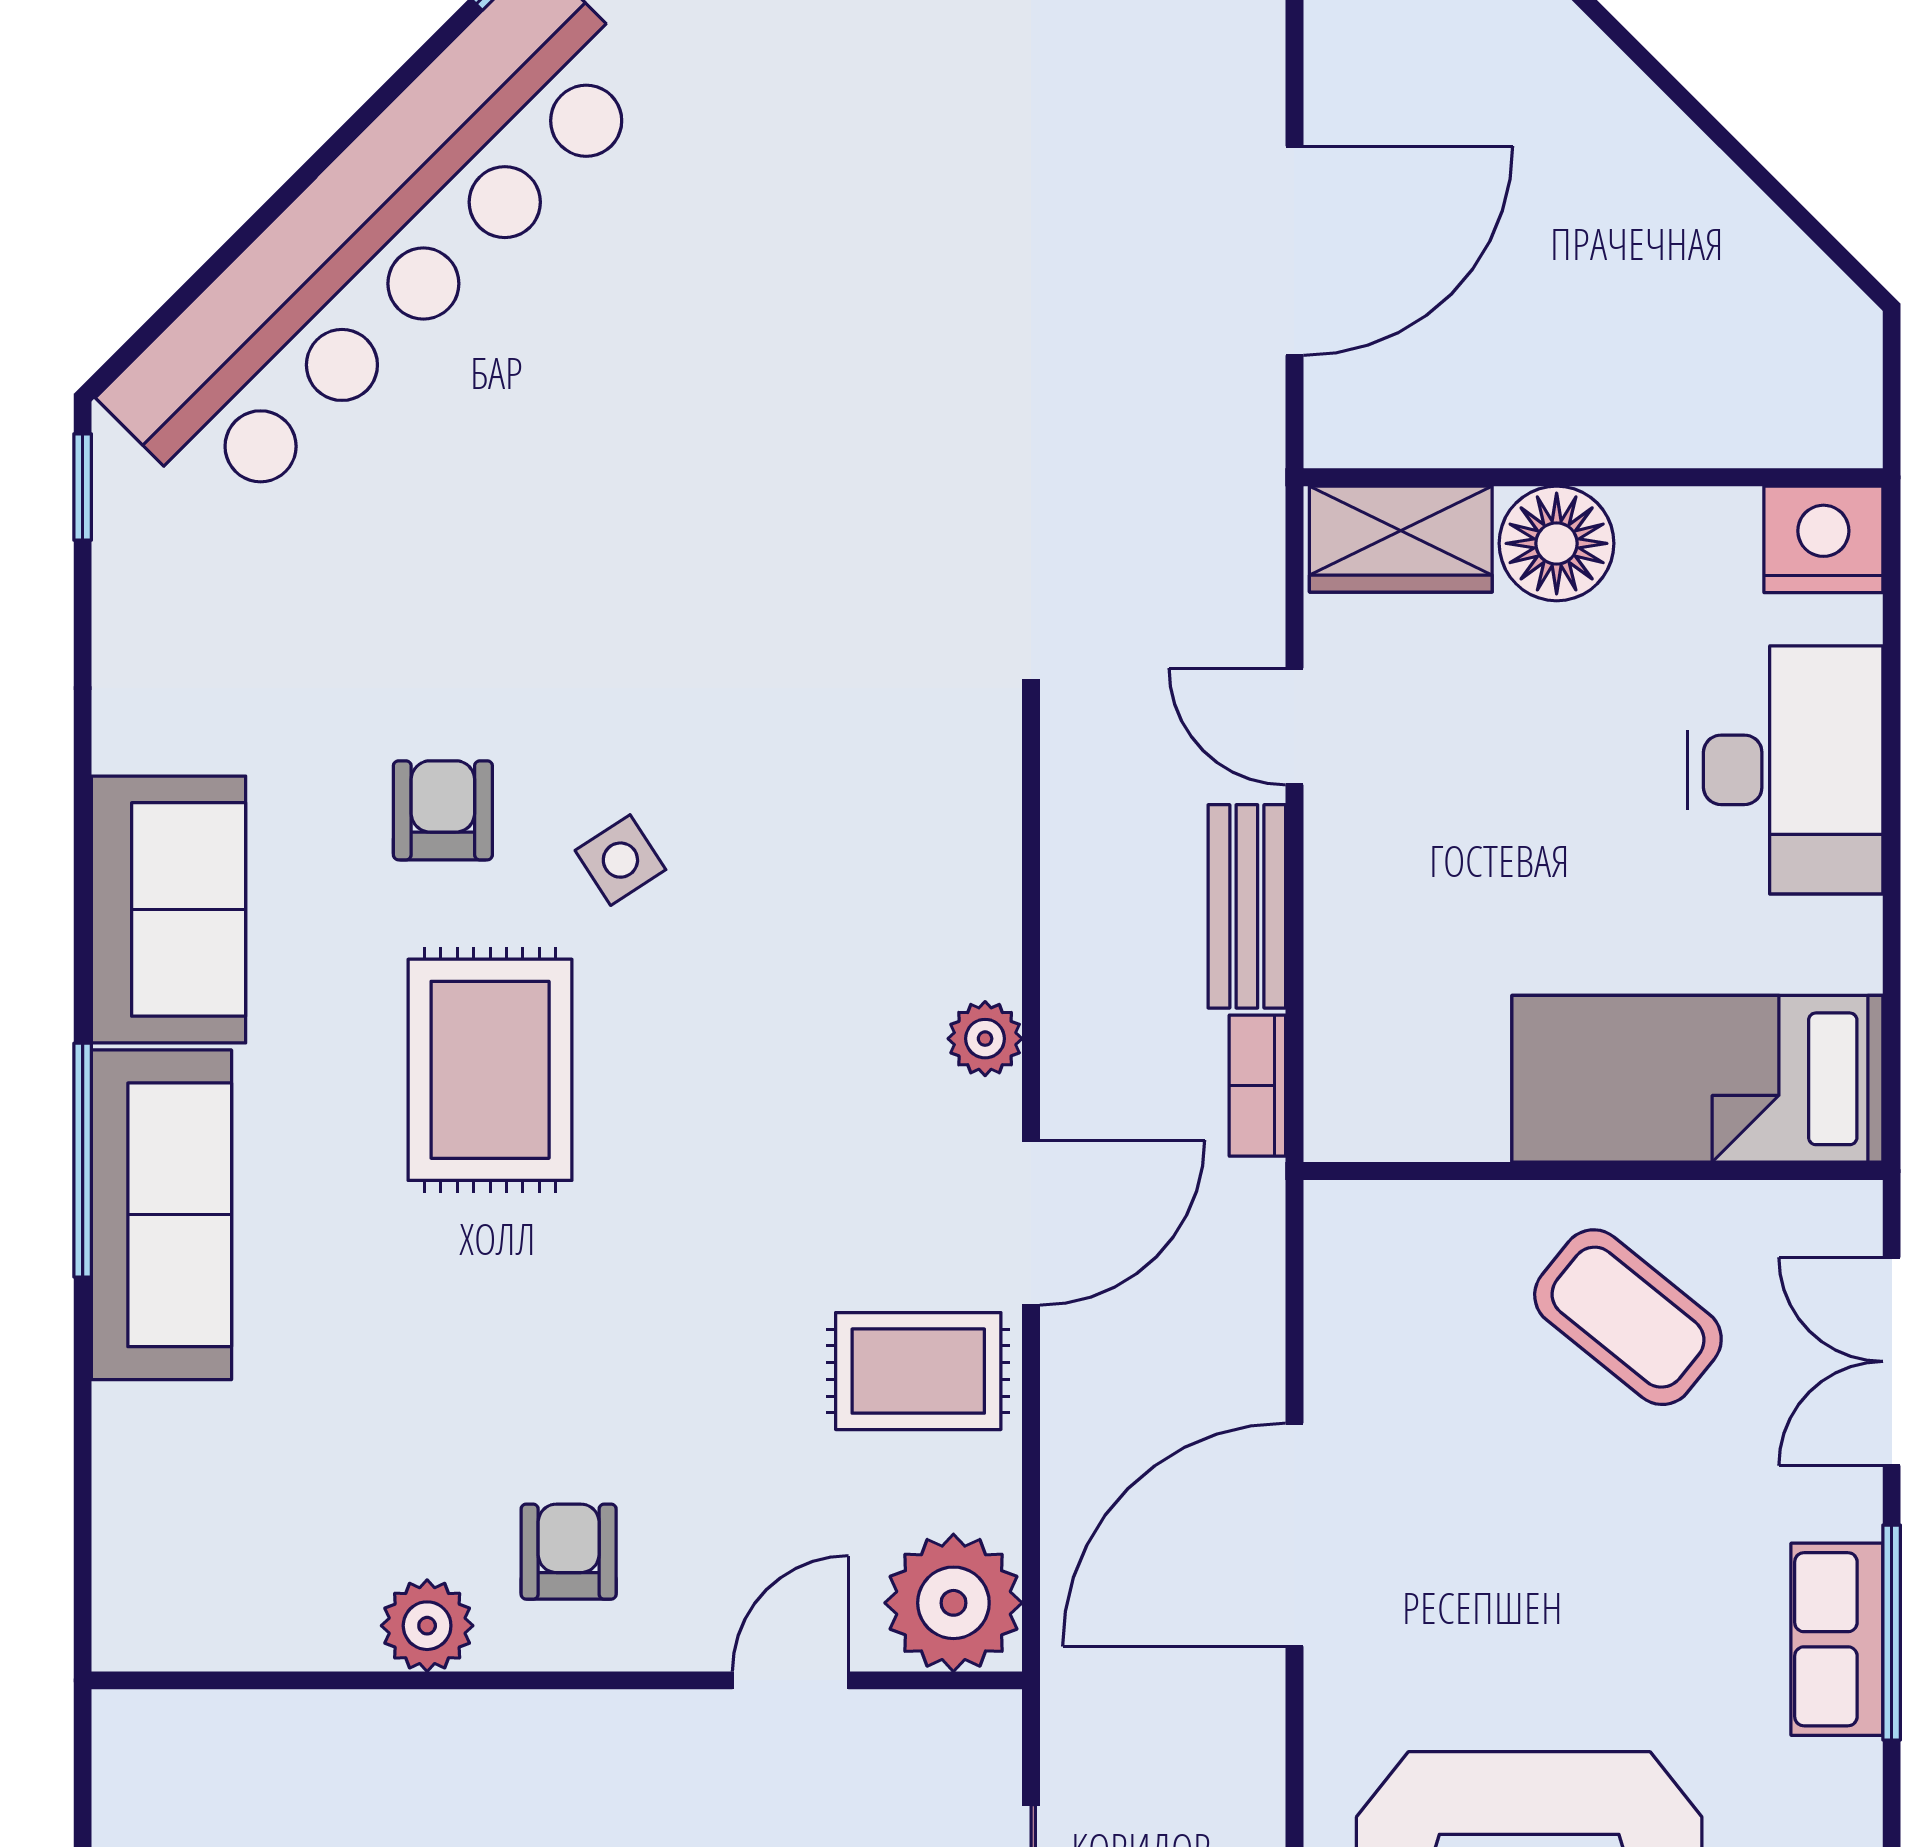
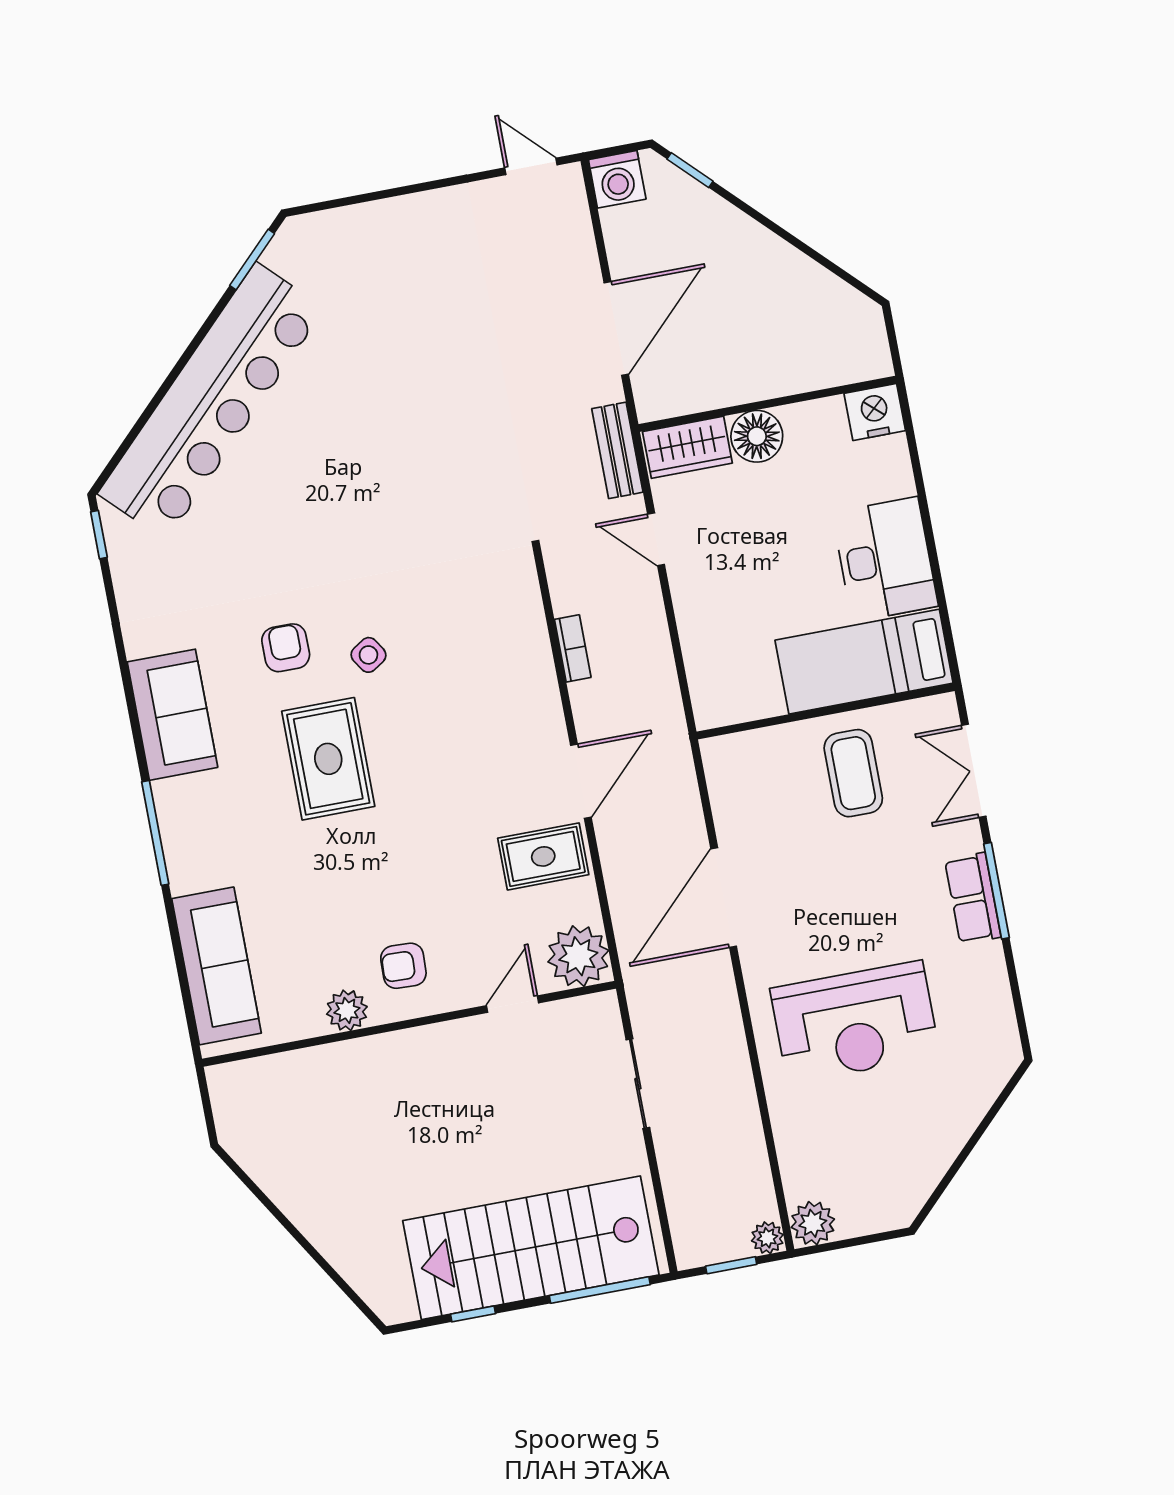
desk: (1785, 770) -> (885, 559), moved
bench: (1247, 906) -> (617, 450), moved
plant: (985, 1039) -> (545, 704), removed
bookcase: (1257, 1086) -> (573, 648), moved, turned 180
sofa: (161, 1215) -> (217, 966), moved
coffee table: (1628, 1317) -> (853, 773), turned 51
armchair: (569, 1552) -> (403, 966), turned -88

